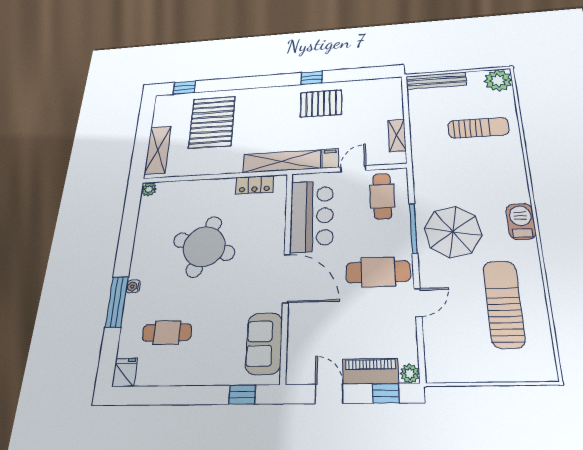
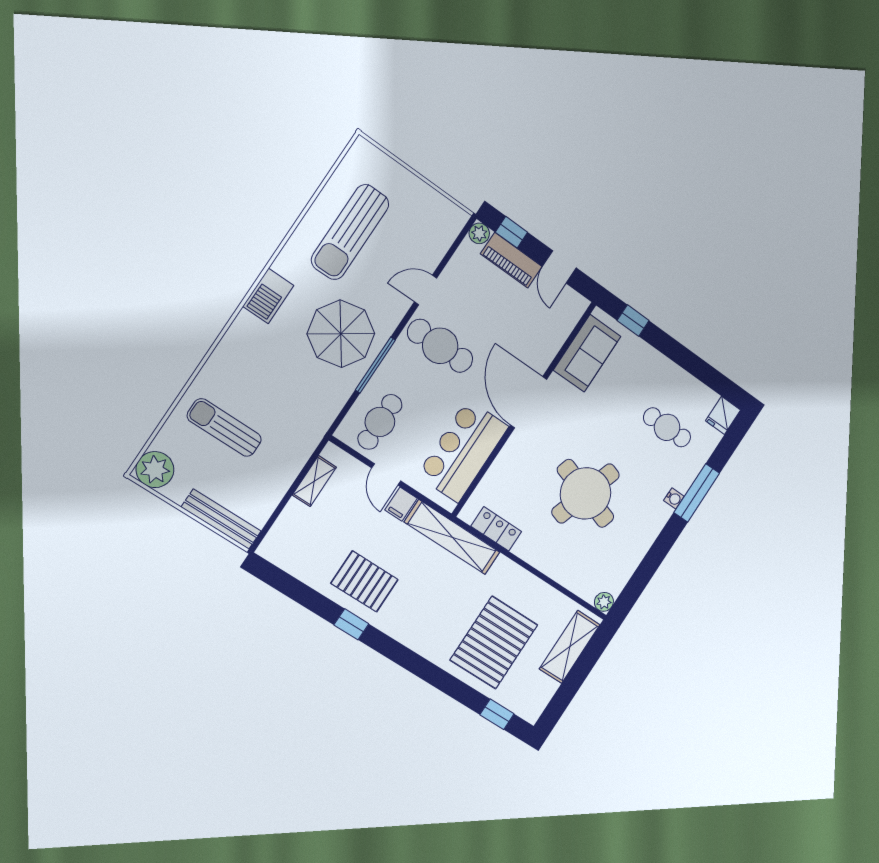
door: (353, 169) -> (386, 474), hinge flipped

